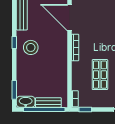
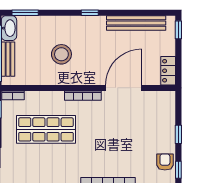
stool: (31, 47) -> (61, 54), moved
shop shelf: (100, 75) -> (46, 129), width x1.43, depth x1.36

